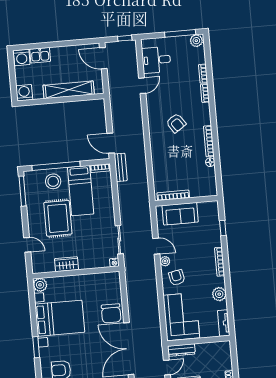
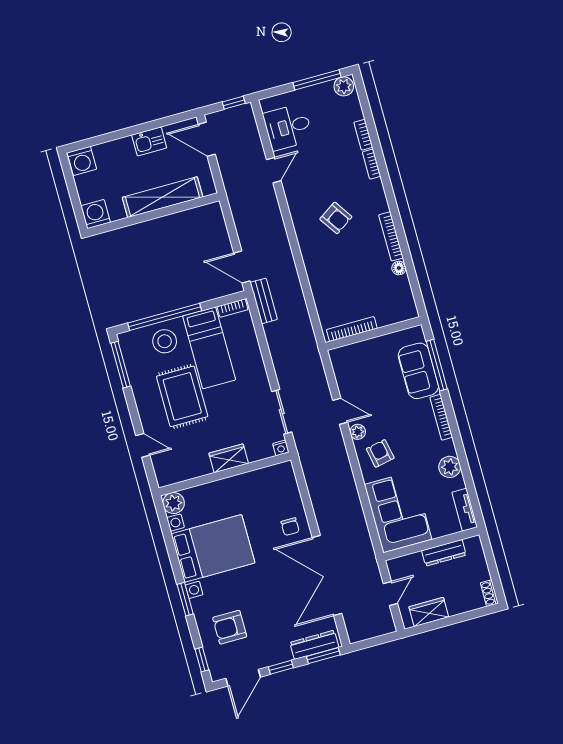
kitchen sink: (40, 55) -> (149, 141), moved
sofa: (180, 214) -> (418, 371), moved, turned 90
window: (223, 228) -> (437, 365), width x2.17
wardrobe: (66, 264) -> (229, 458), moved
chair: (111, 313) -> (290, 527), width x0.54, depth x0.54
dresser: (181, 350) -> (444, 553), moved

